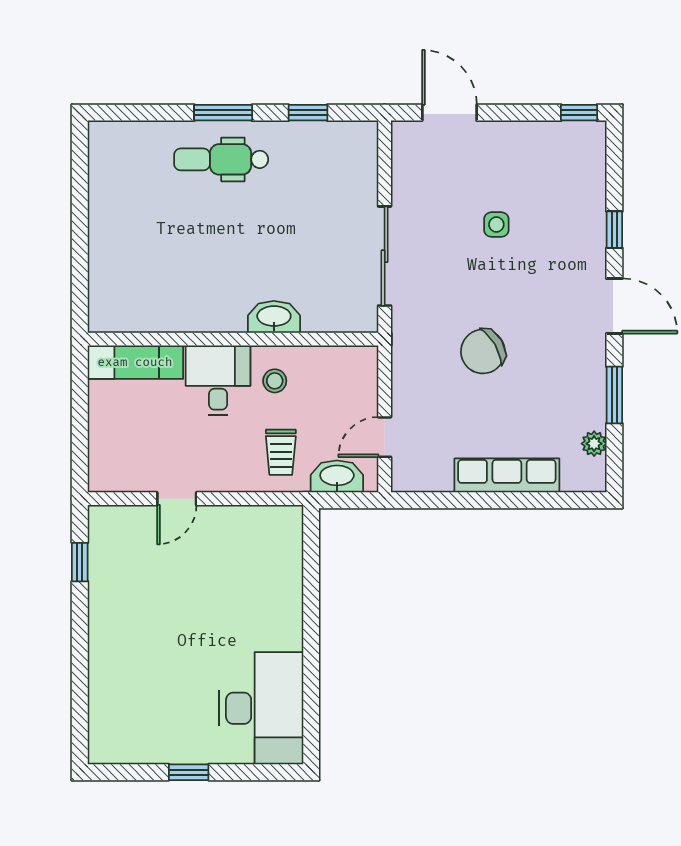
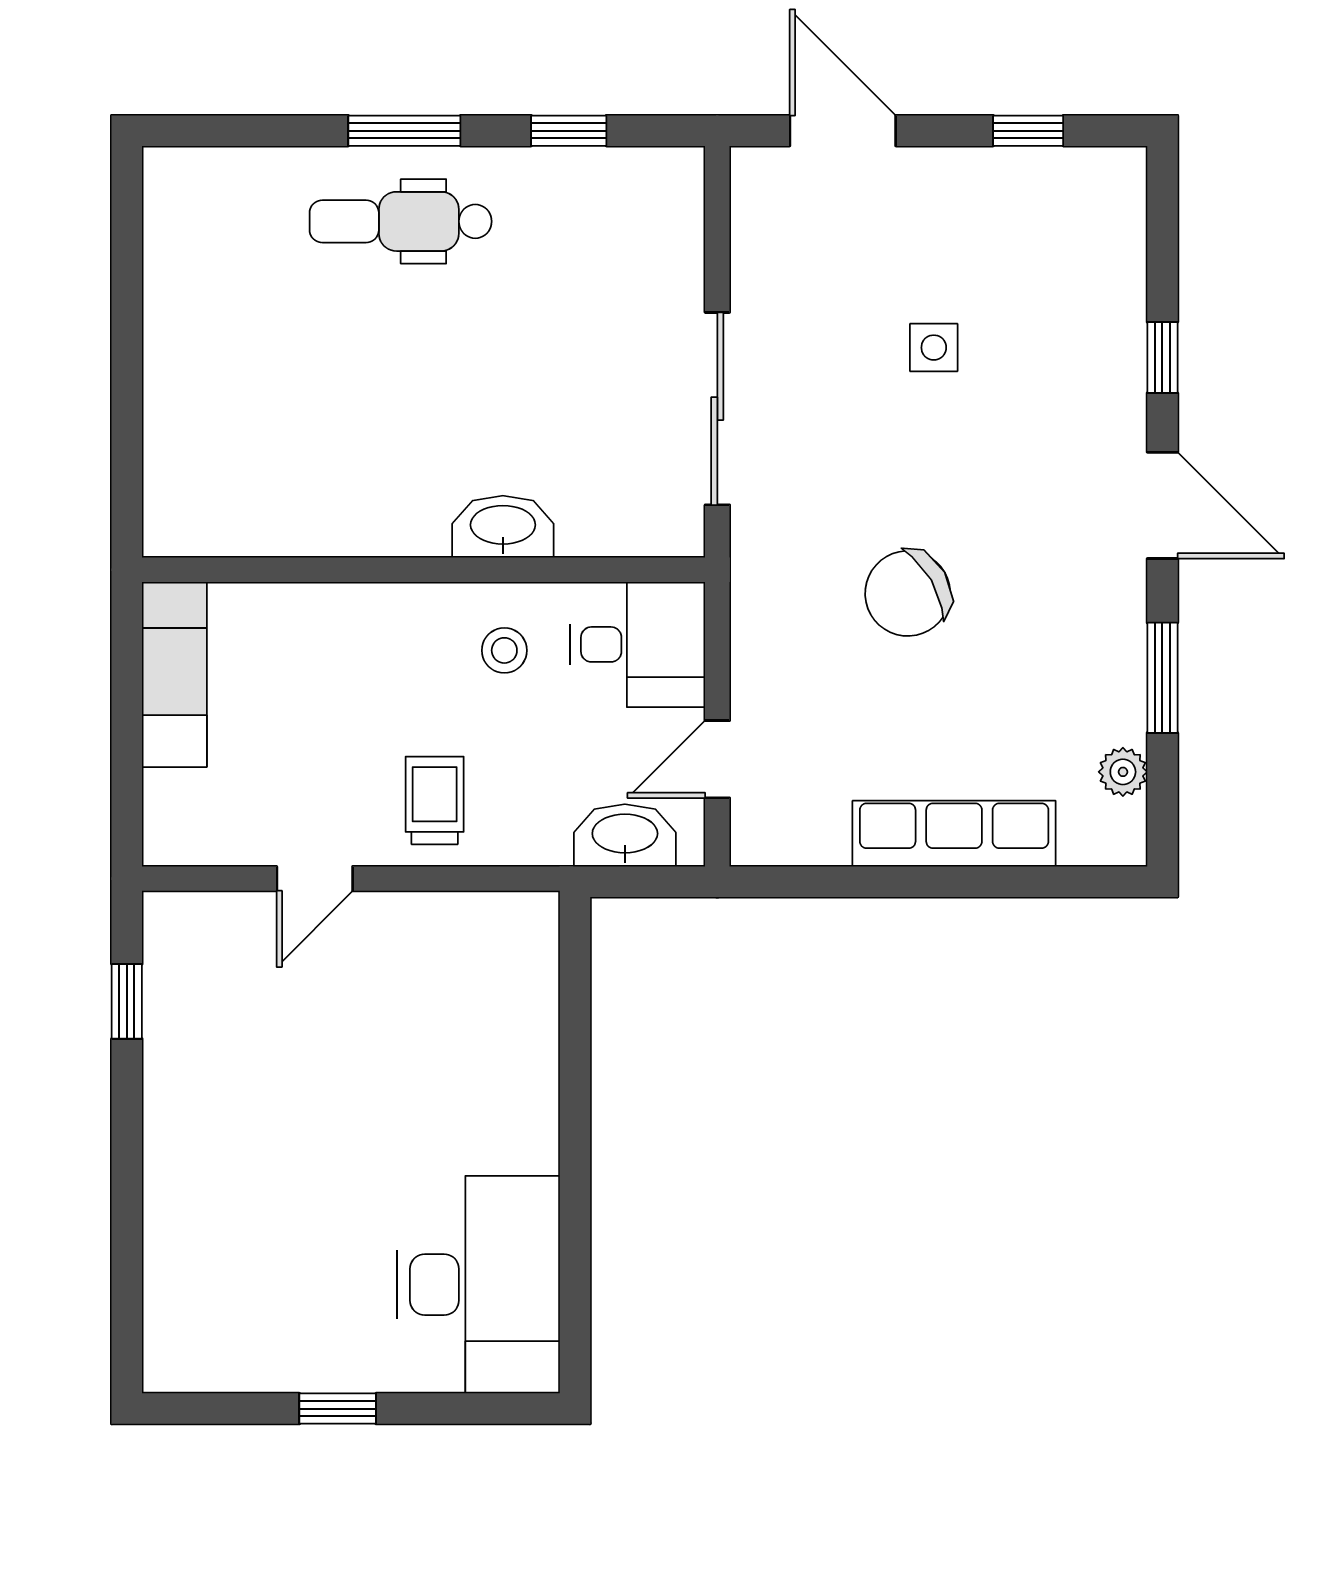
window: (579, 113) -> (1028, 131), moved
exam couch: (135, 362) -> (174, 674), moved, turned -90
desk: (218, 380) -> (638, 644), moved, turned 90
trolley: (281, 452) -> (435, 800), moved, turned 180

